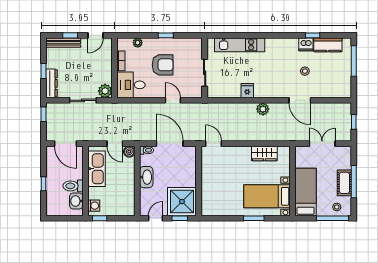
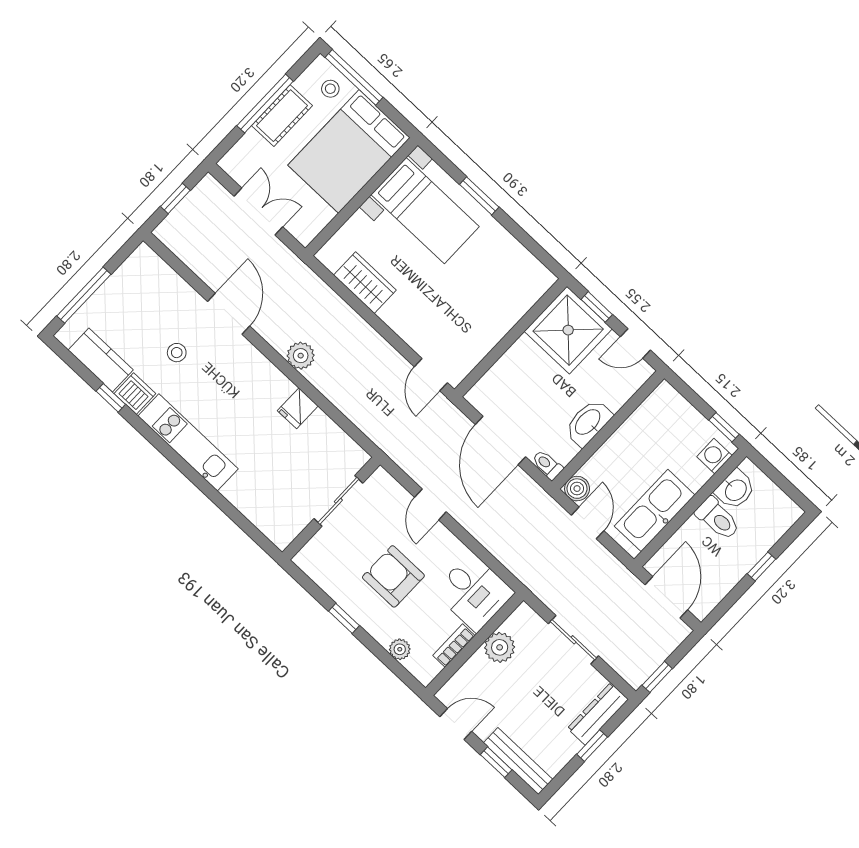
kitchen unit: (240, 45) -> (188, 442), moved
plant: (105, 91) -> (500, 647), moved
double door: (322, 144) -> (258, 211), swing flipped
bed: (306, 192) -> (349, 151), width x1.50

